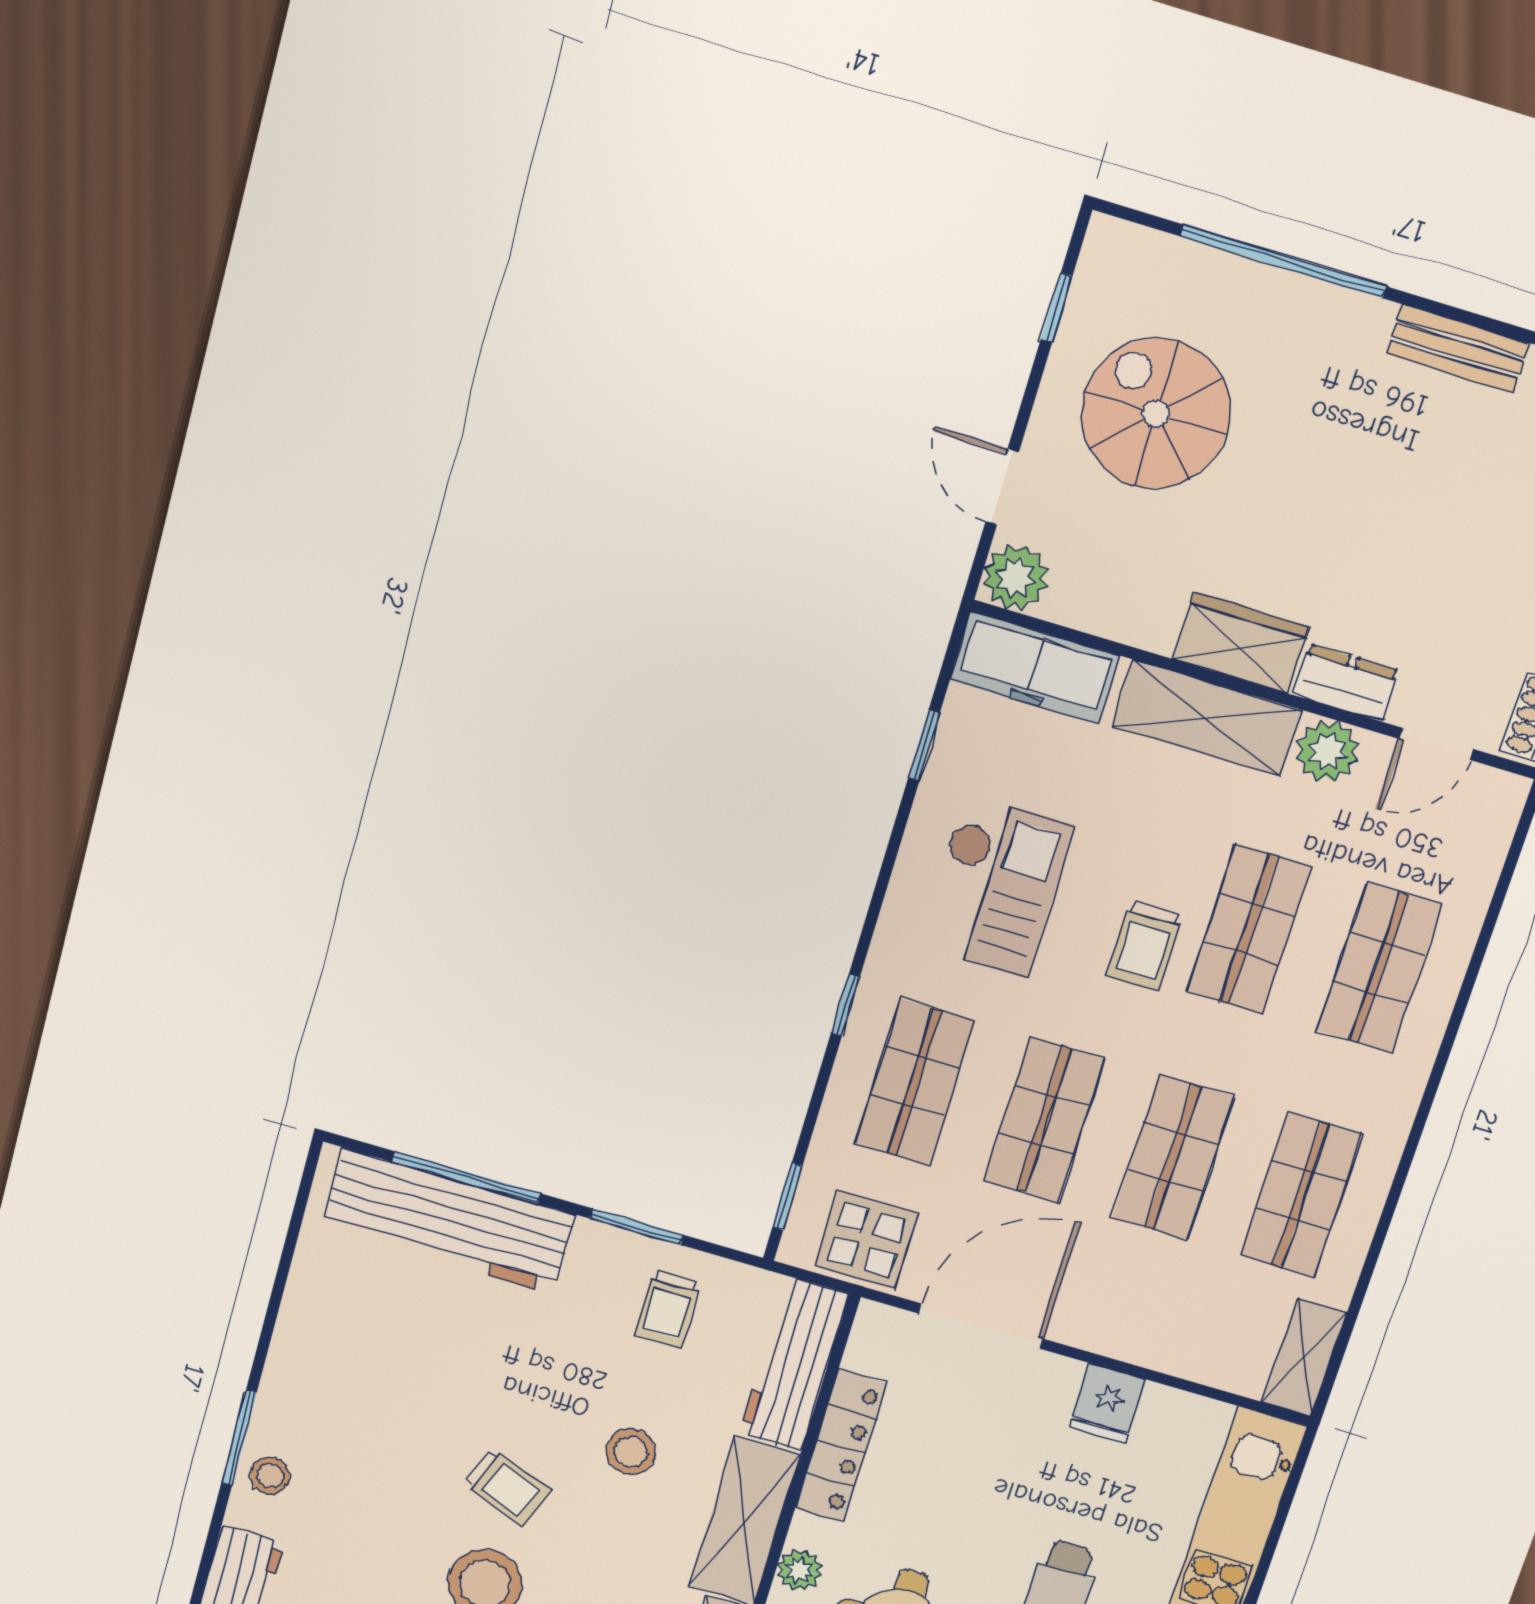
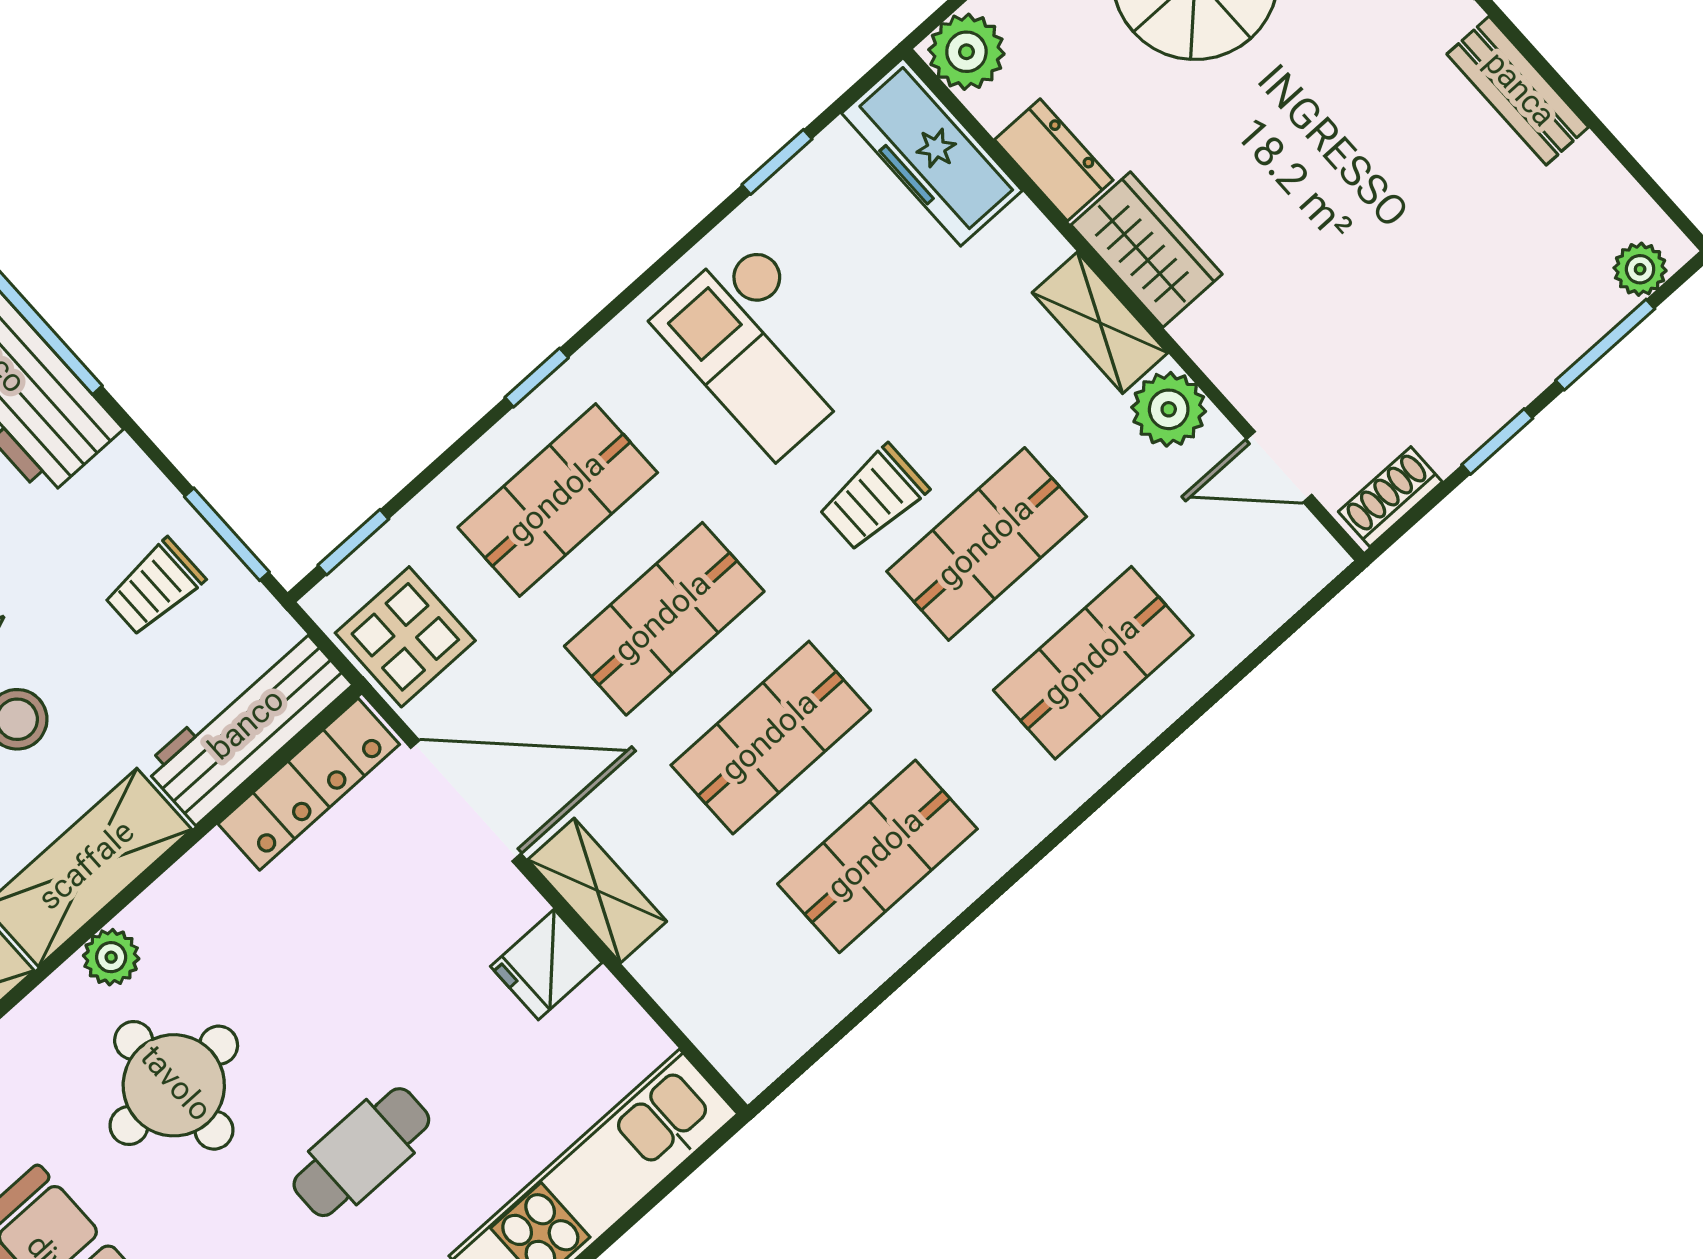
dresser: (1346, 683) -> (1054, 160), moved
shelving: (1207, 718) -> (1100, 323), width x0.67, depth x0.75
checkout: (996, 886) -> (762, 347), turned 90
window: (637, 1227) -> (227, 534), moved
shelving: (1304, 1357) -> (597, 890), moved, turned 90
locker: (841, 1446) -> (309, 784), moved

